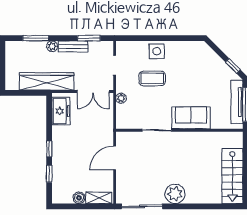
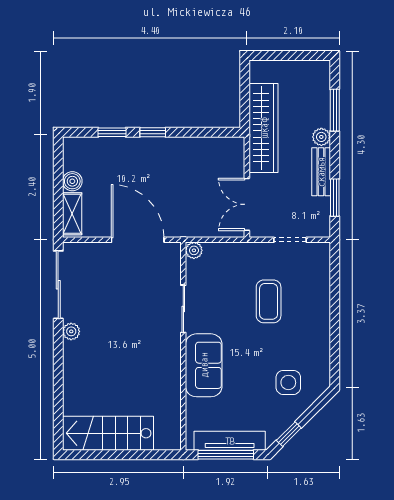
side table: (157, 51) -> (288, 382), moved
plant: (121, 98) -> (194, 250), moved
freezer: (61, 111) -> (215, 152), removed
door: (115, 158) -> (138, 240), width x1.36
plant: (175, 194) -> (71, 331), width x0.53, depth x0.53

